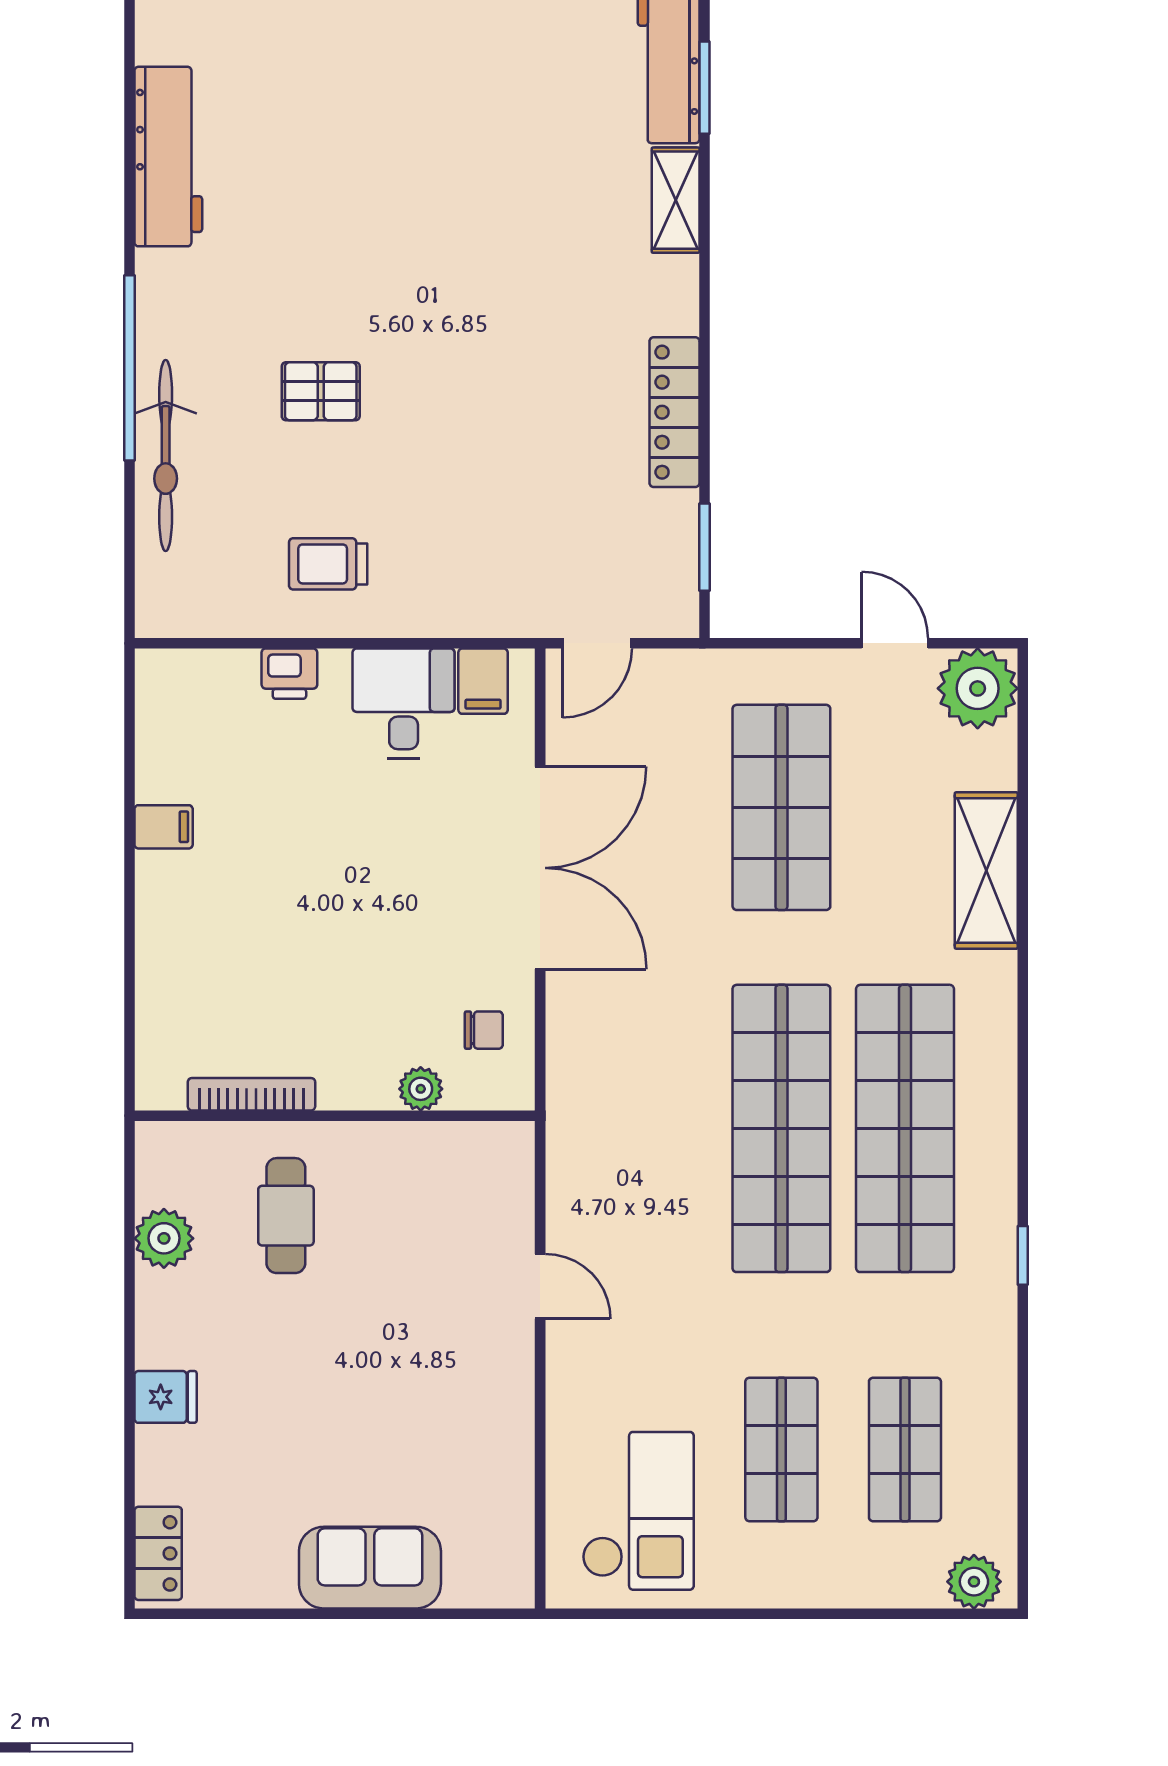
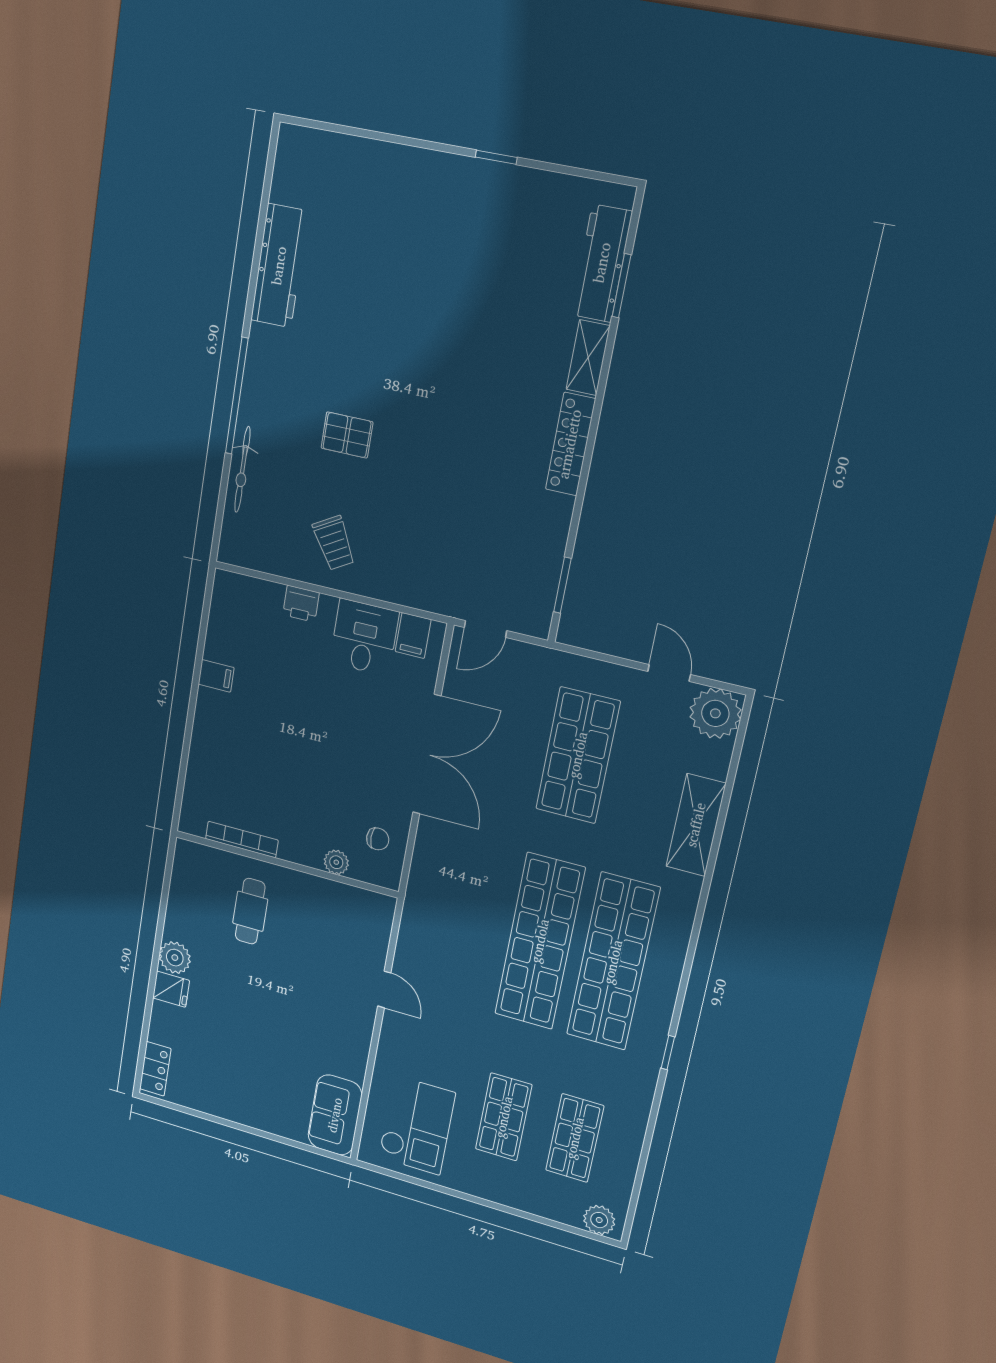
locker: (674, 412) -> (570, 444), moved
bicycle: (166, 456) -> (242, 469), width x0.73, depth x0.71
trolley: (328, 564) -> (334, 543), turned -120
plant: (164, 1238) -> (175, 958), moved
sofa: (370, 1568) -> (335, 1115), moved, turned -90

